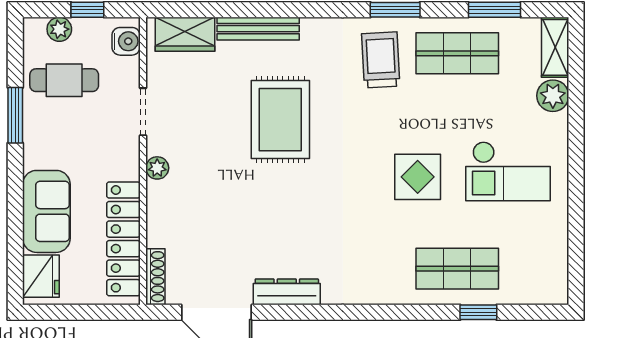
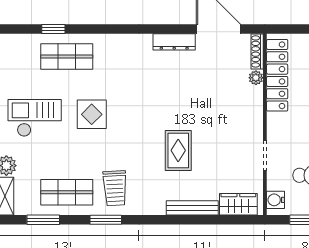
rug: (280, 120) -> (178, 150), width x0.73, depth x0.70
plant: (157, 168) -> (256, 78), moved

